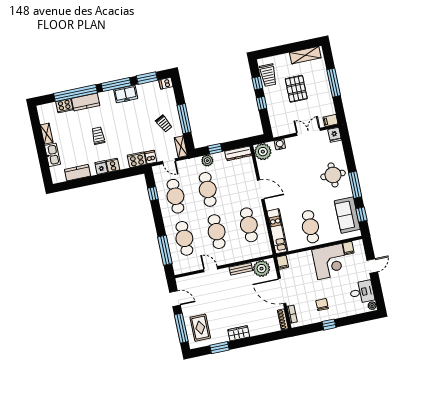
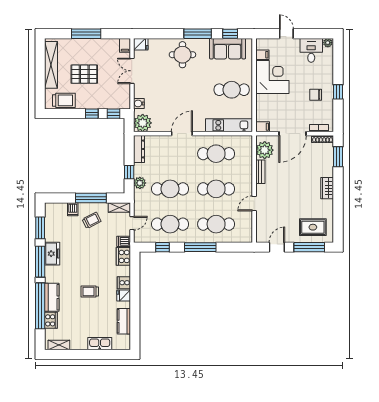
shelving: (305, 55) -> (51, 65), width x1.47
dishwasher: (166, 83) -> (73, 209), moved
window: (257, 83) -> (113, 114), moved
shelving: (47, 134) -> (59, 345), moved
window: (165, 250) -> (200, 247), moved
window: (219, 348) -> (338, 157), moved

